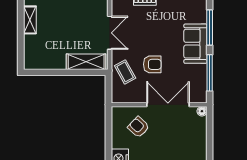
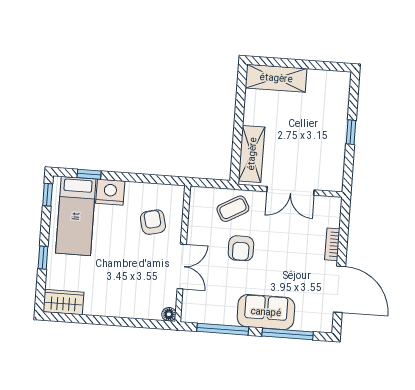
shelving: (30, 20) -> (276, 78), moved, width x1.50, depth x1.33
double door: (168, 105) -> (182, 266), width x0.73
armchair: (139, 127) -> (153, 222), turned -57

